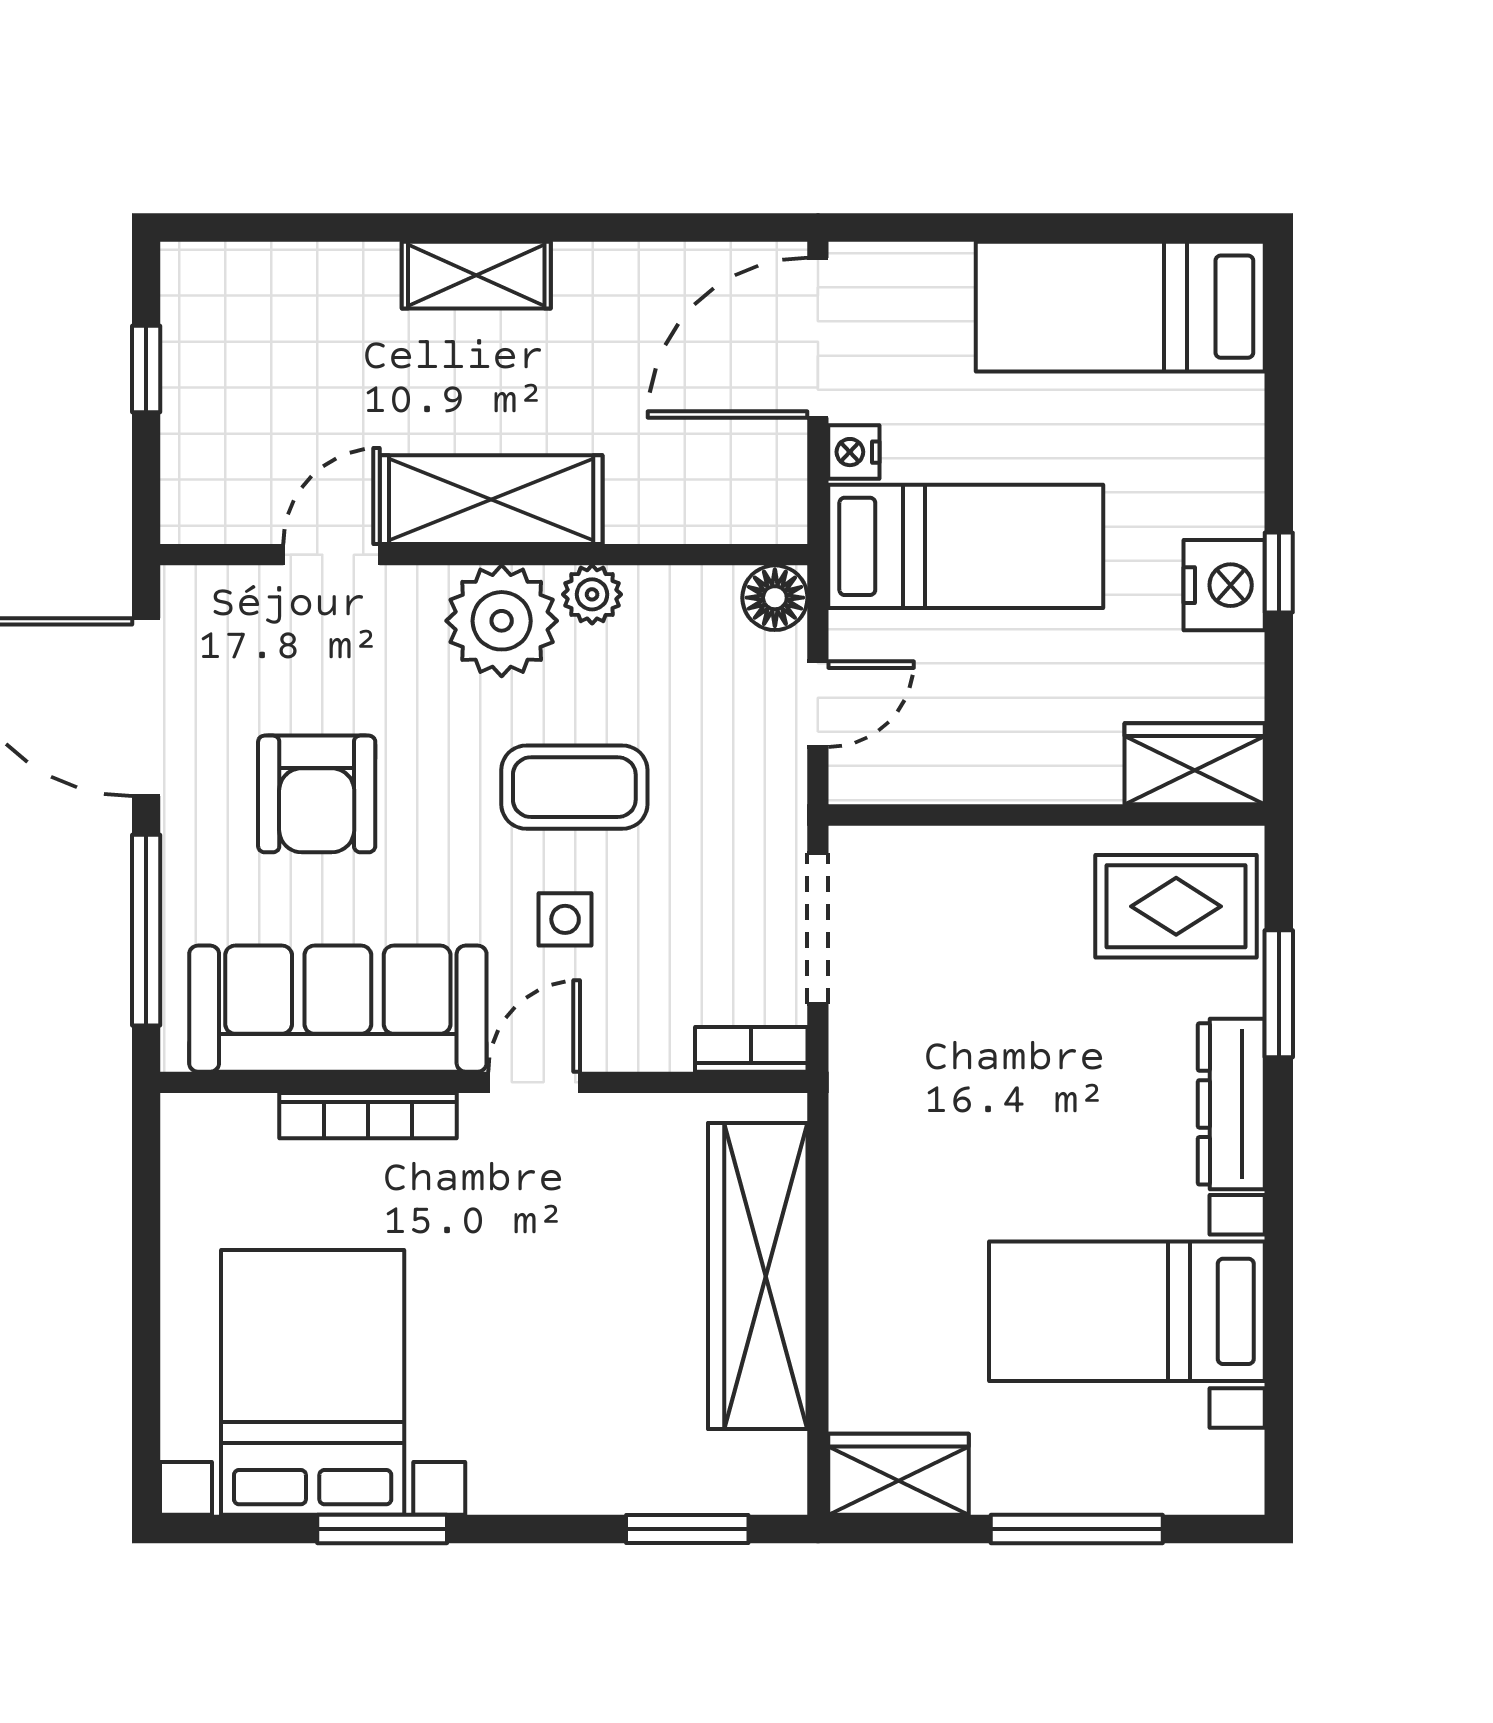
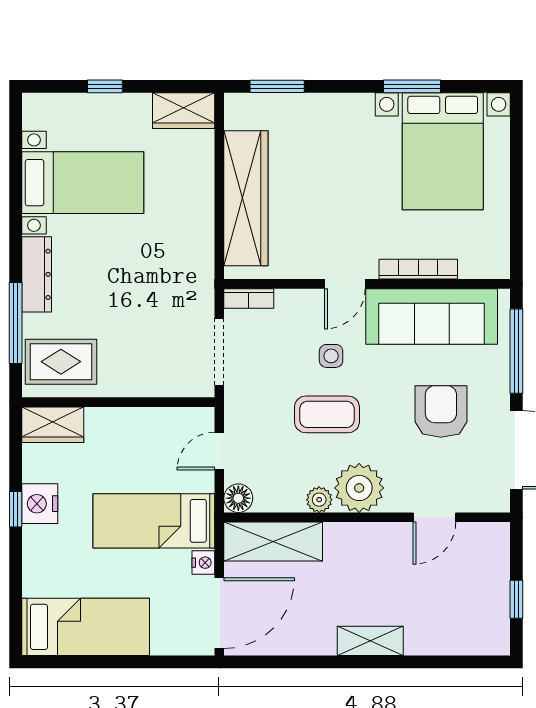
shelving: (491, 500) -> (273, 542), moved
window: (1279, 994) -> (16, 323), width x1.44
window: (1077, 1529) -> (105, 86), width x0.46

